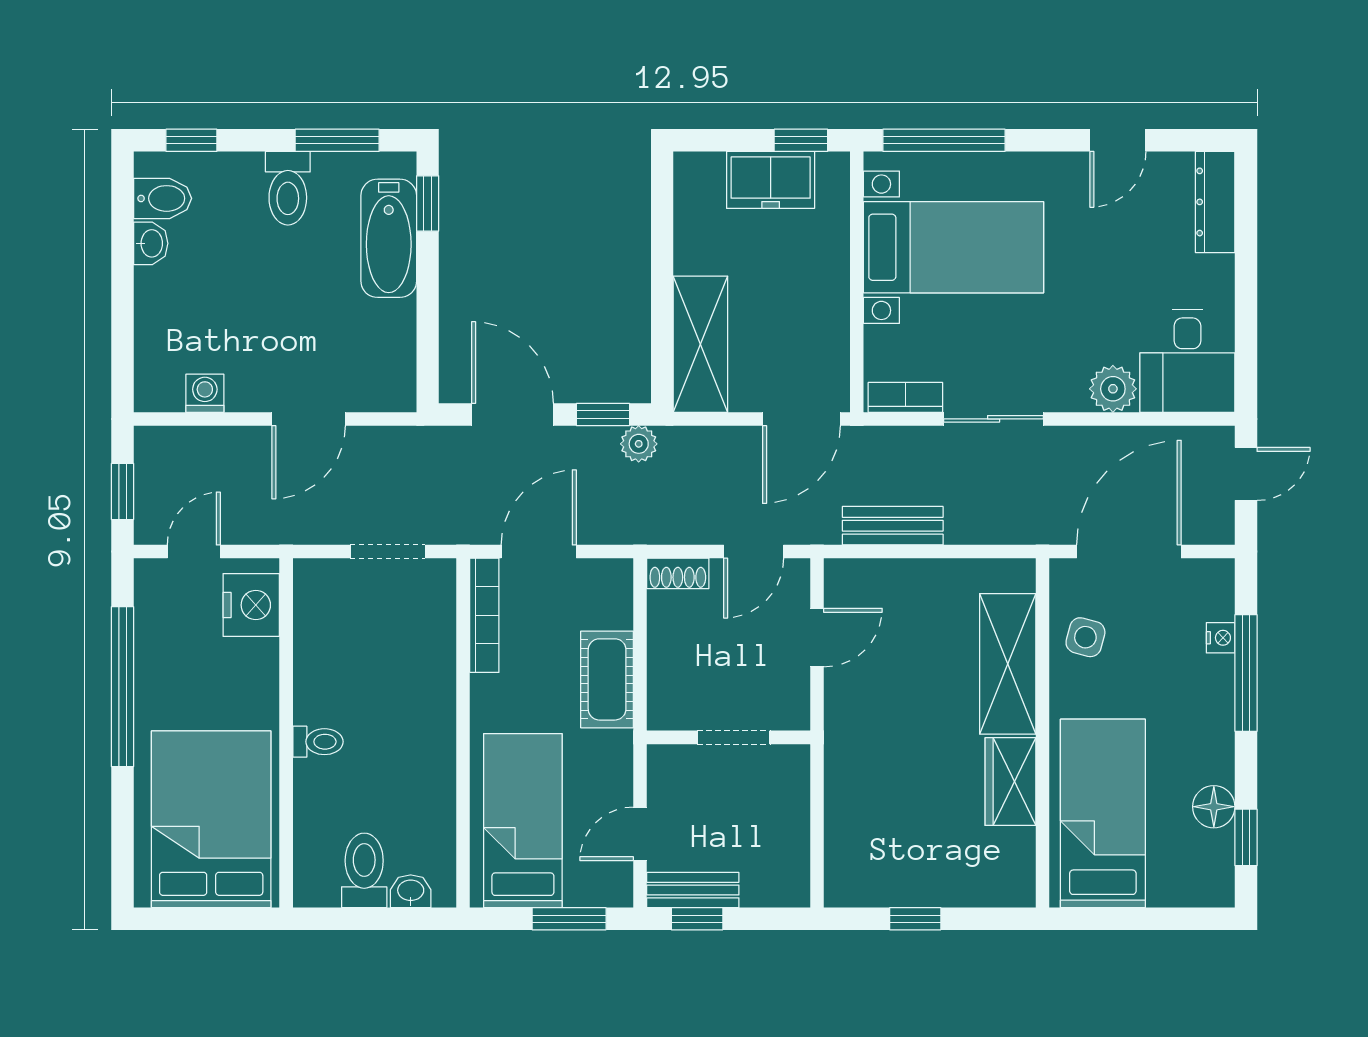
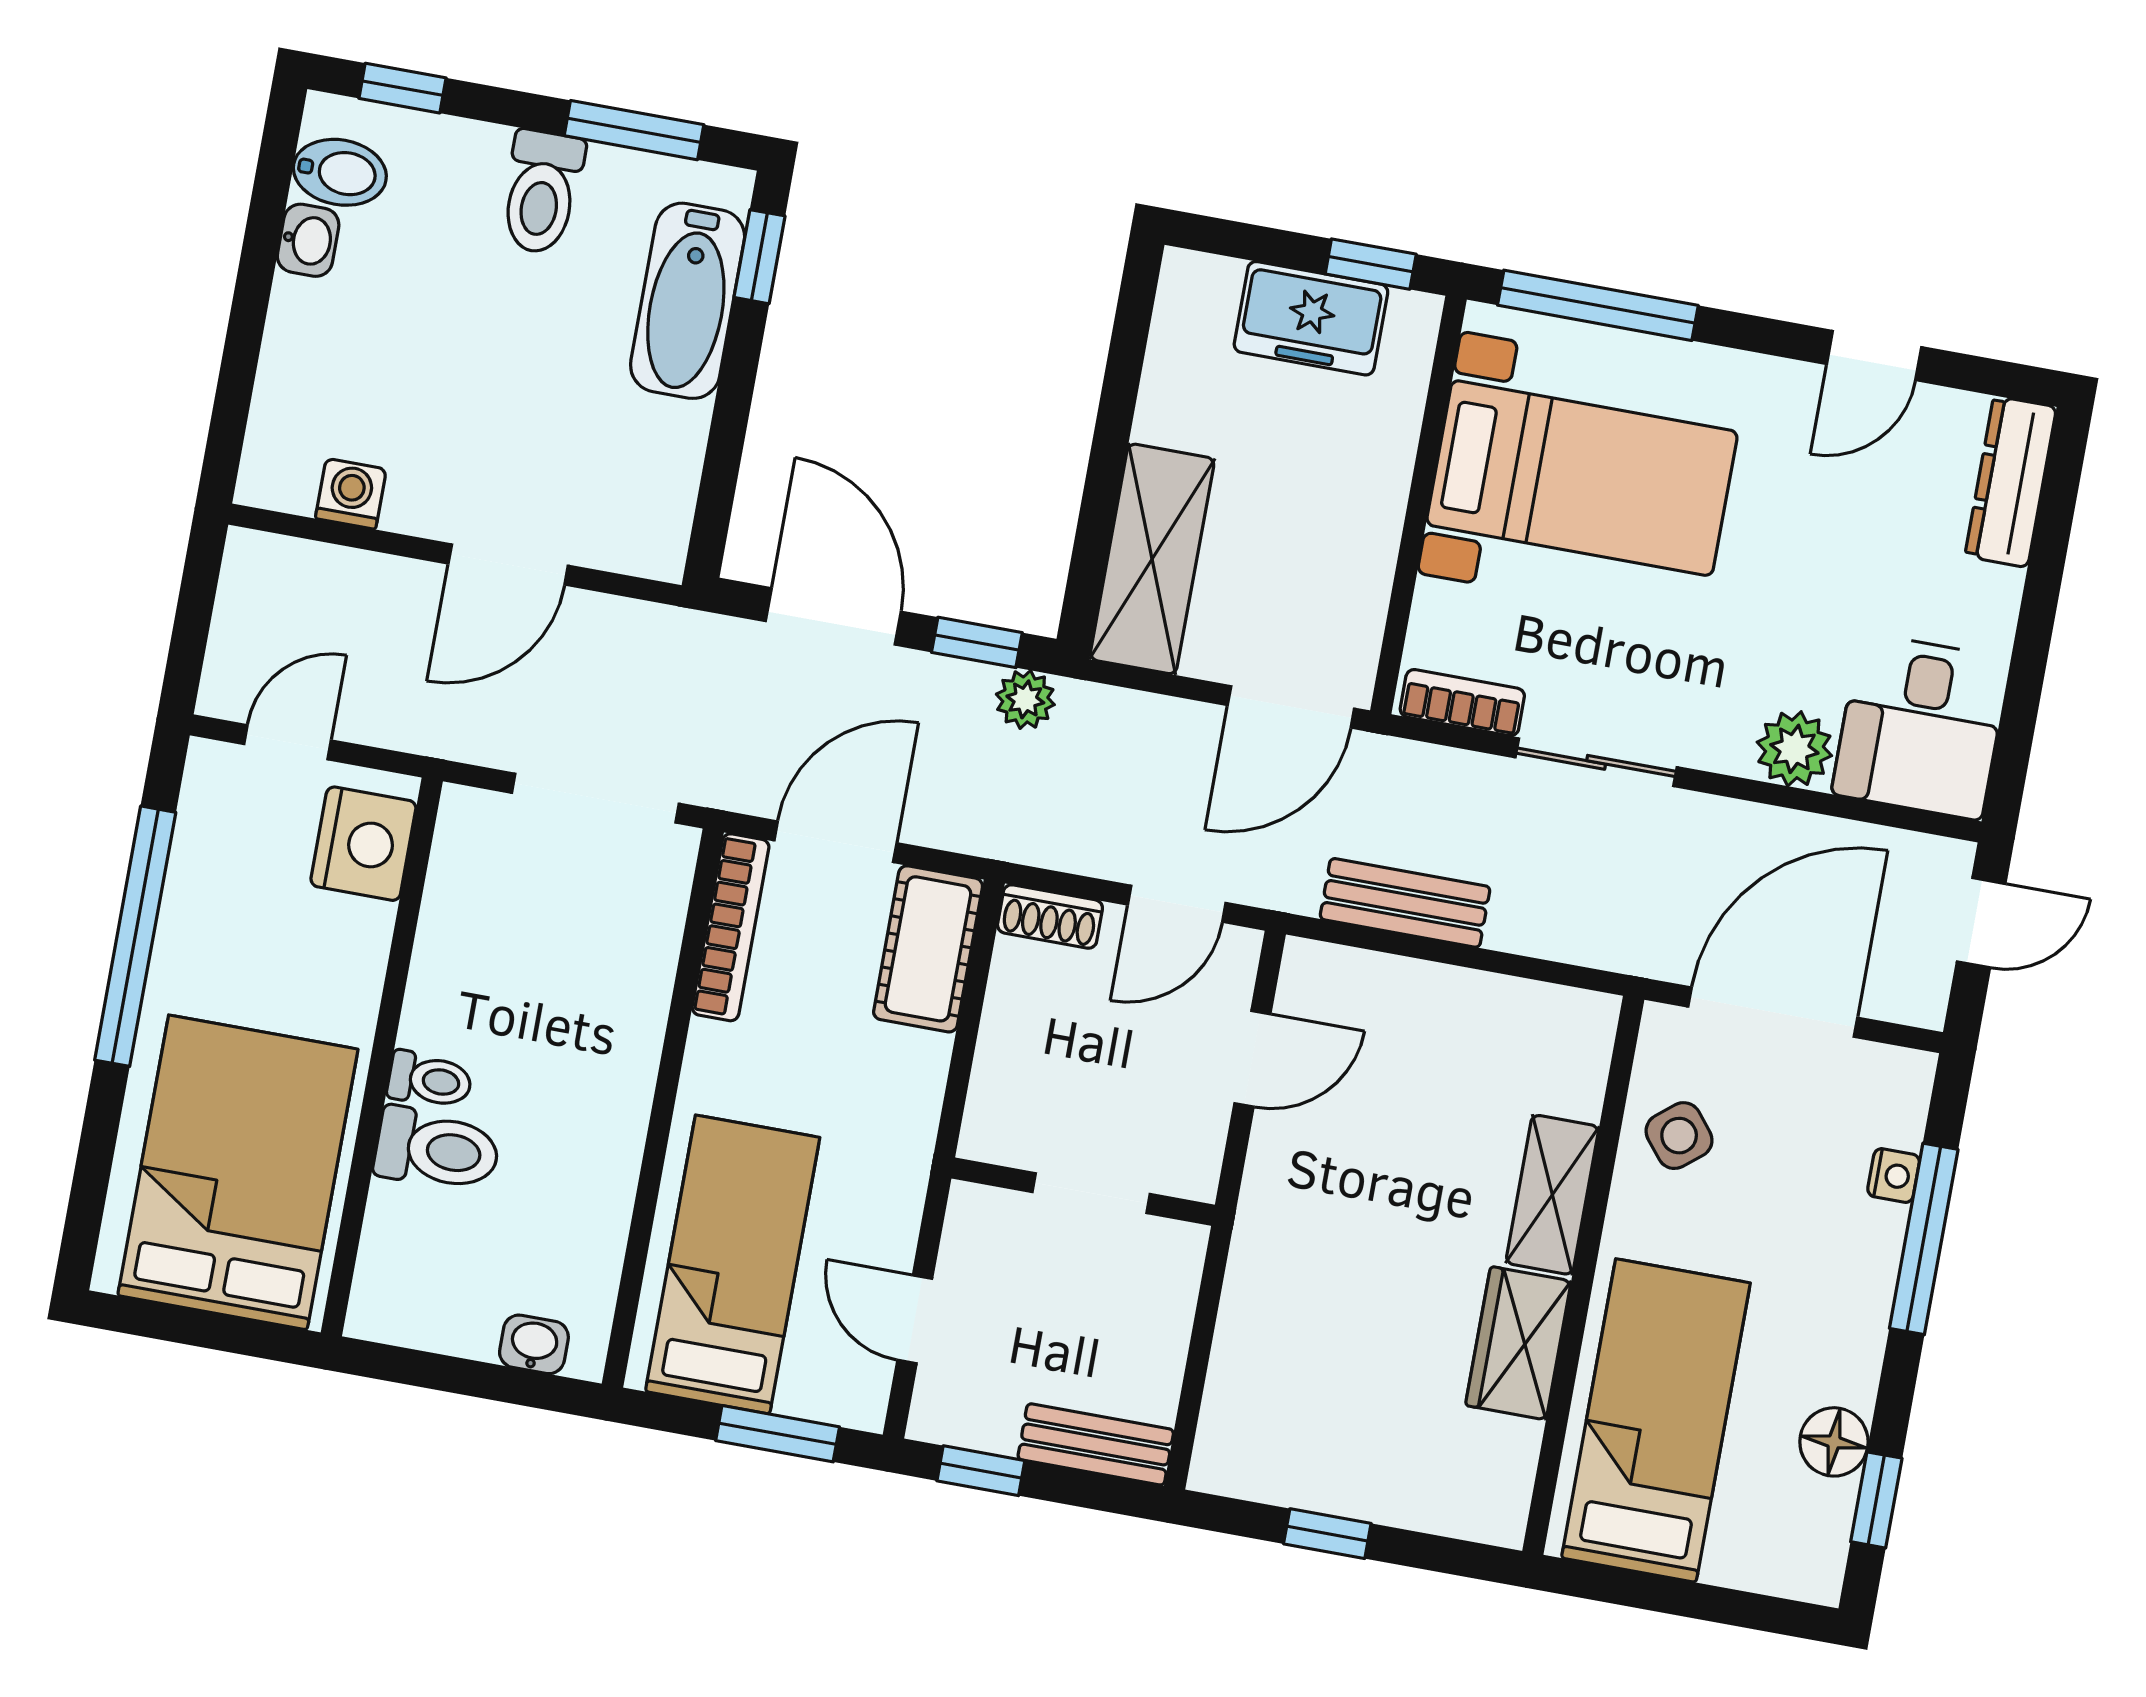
window: (122, 492) -> (192, 626), removed
doorway: (388, 552) -> (595, 798), width x1.38
side table: (1085, 637) -> (1679, 1136), turned 36
shelving: (1008, 664) -> (1552, 1195), width x0.67, depth x0.75
cot: (607, 679) -> (928, 949), moved
door: (640, 834) -> (915, 1319), hinge flipped
toilet: (364, 870) -> (437, 1150), moved, turned 90
bench: (693, 890) -> (1096, 1444), moved

